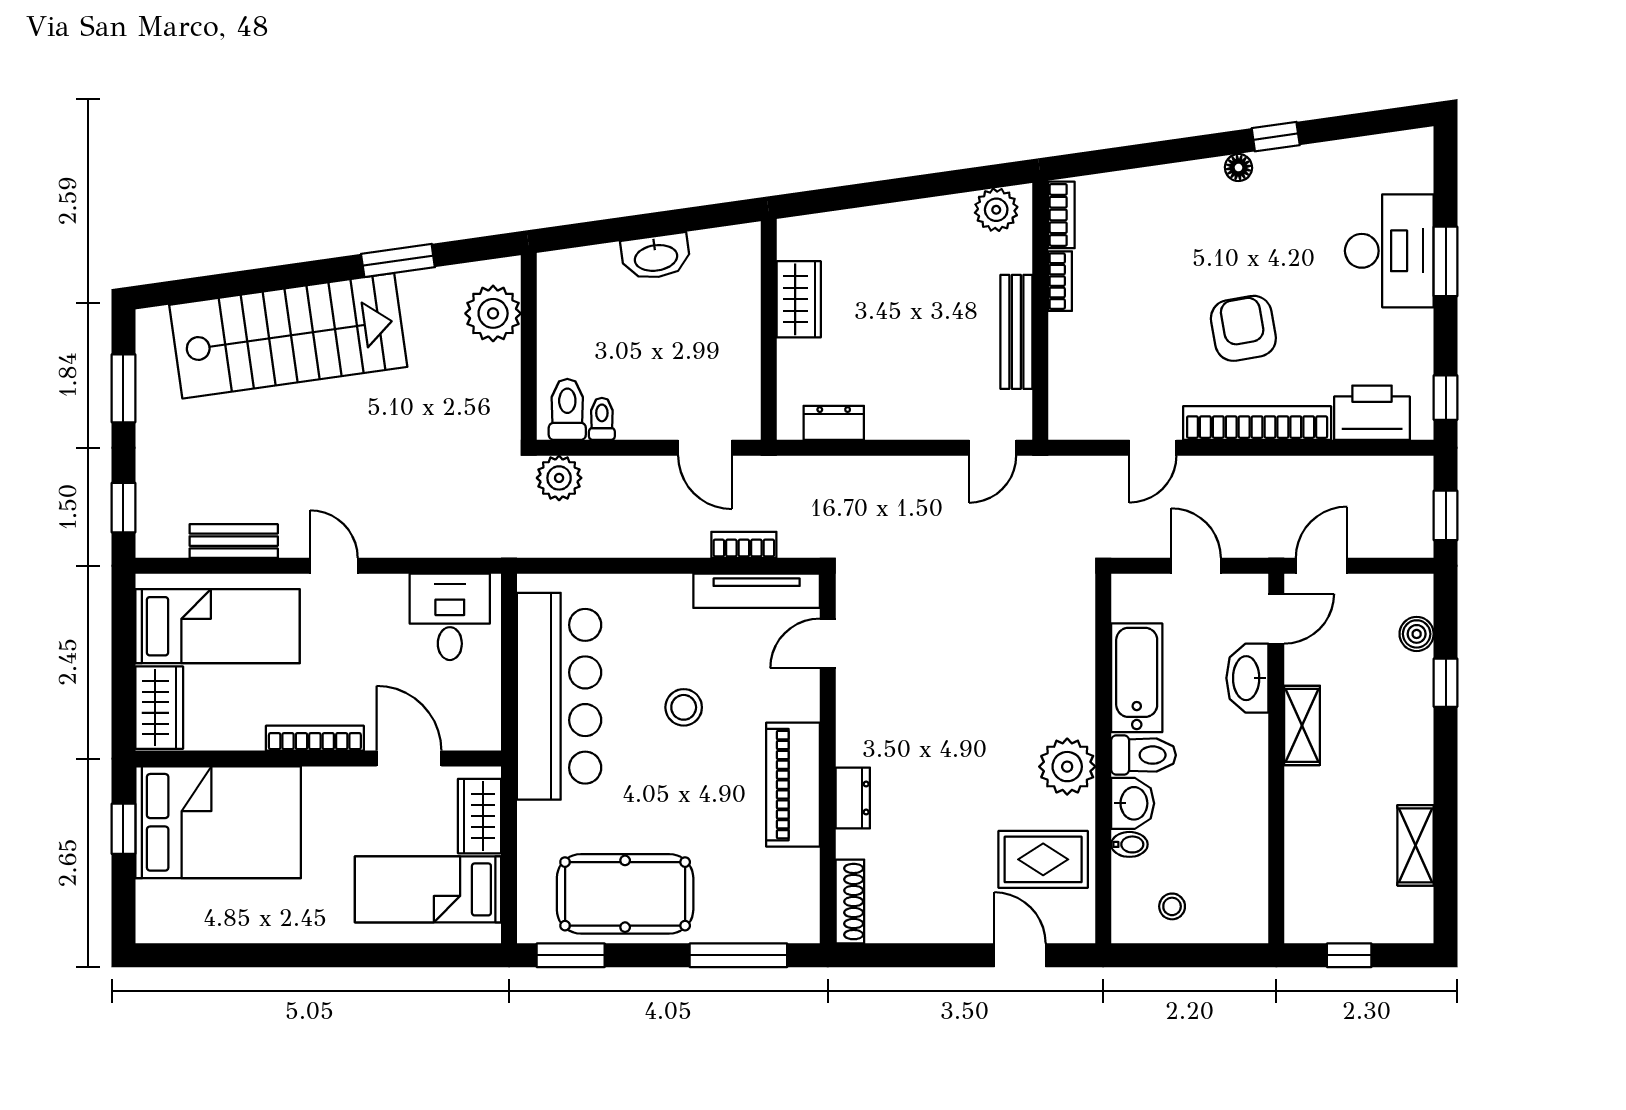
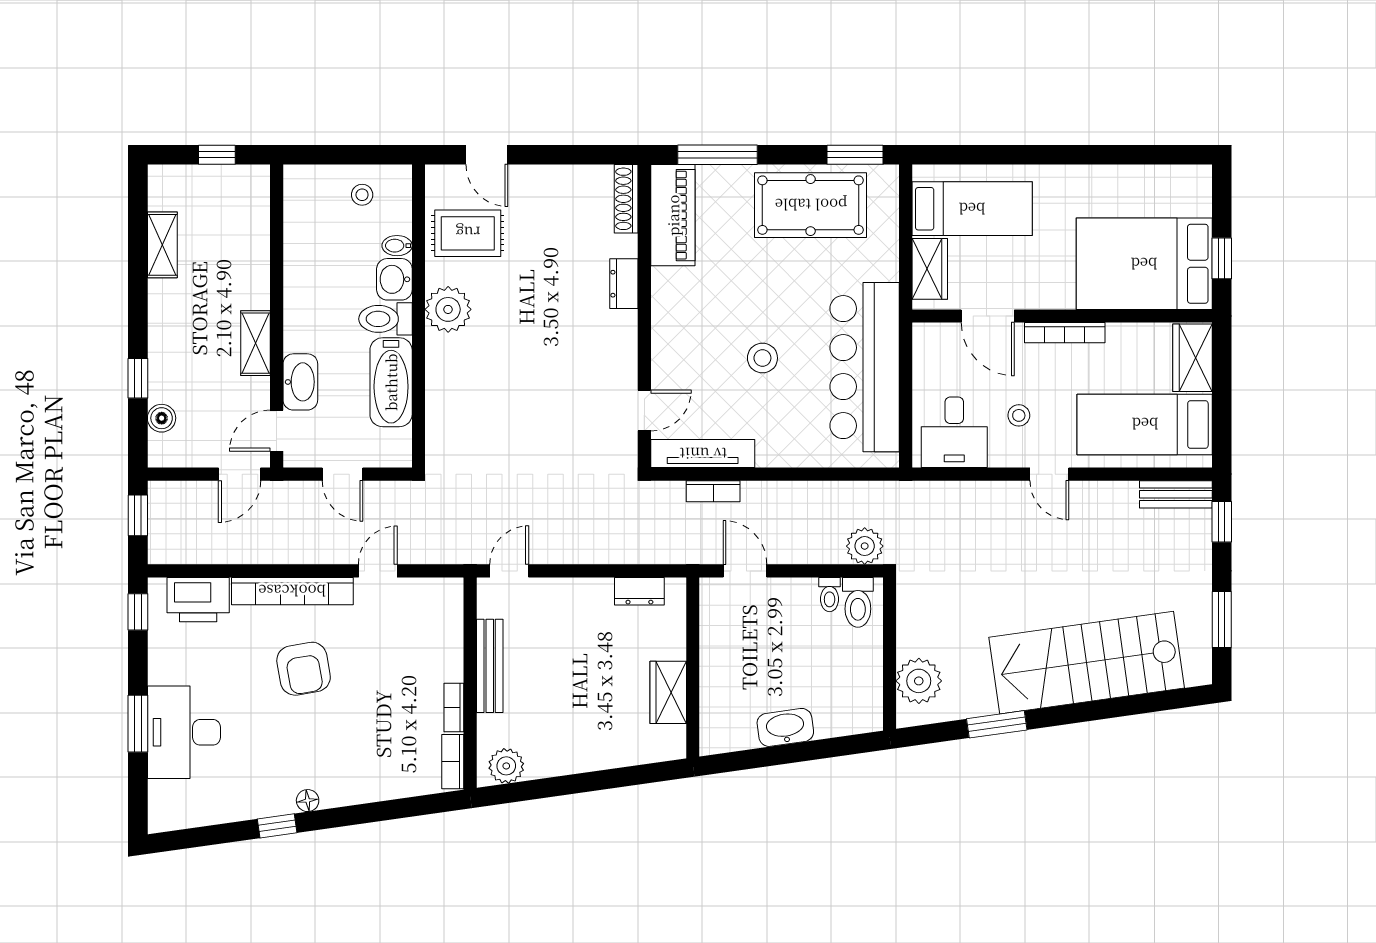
bench: (234, 541) -> (1176, 494), moved
stool: (371, 637) -> (1019, 415), added
piano: (793, 785) -> (673, 215), moved

